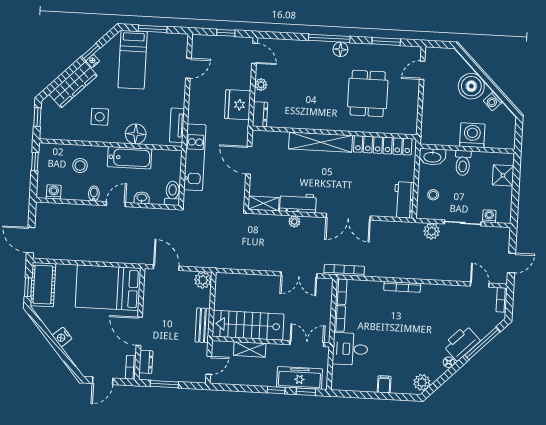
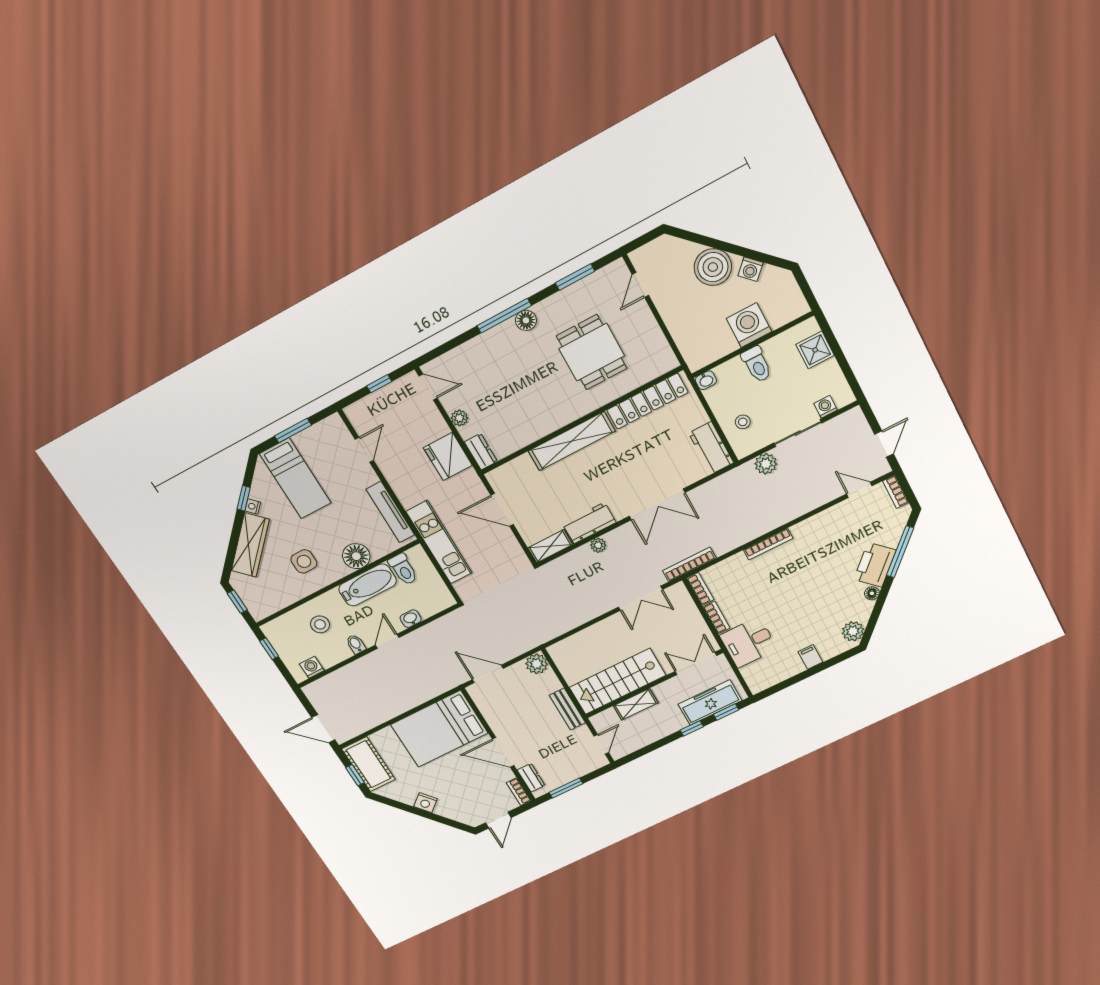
tv unit: (177, 125) -> (390, 512), width x1.41
washbasin: (432, 157) -> (706, 380), width x0.52, depth x0.69
toilet: (172, 193) -> (403, 569), moved, turned 180

